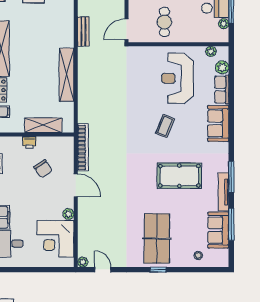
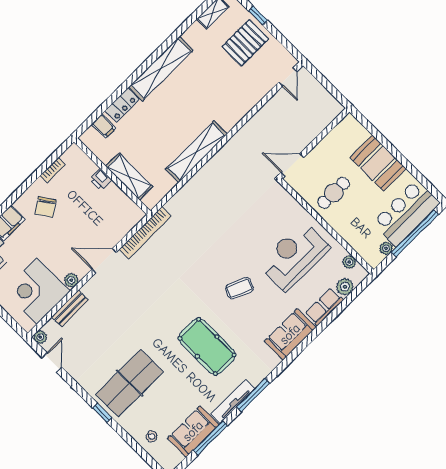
bench: (83, 31) -> (70, 309), moved
chair: (43, 169) -> (46, 207), moved
door: (76, 185) -> (104, 261), swing flipped

